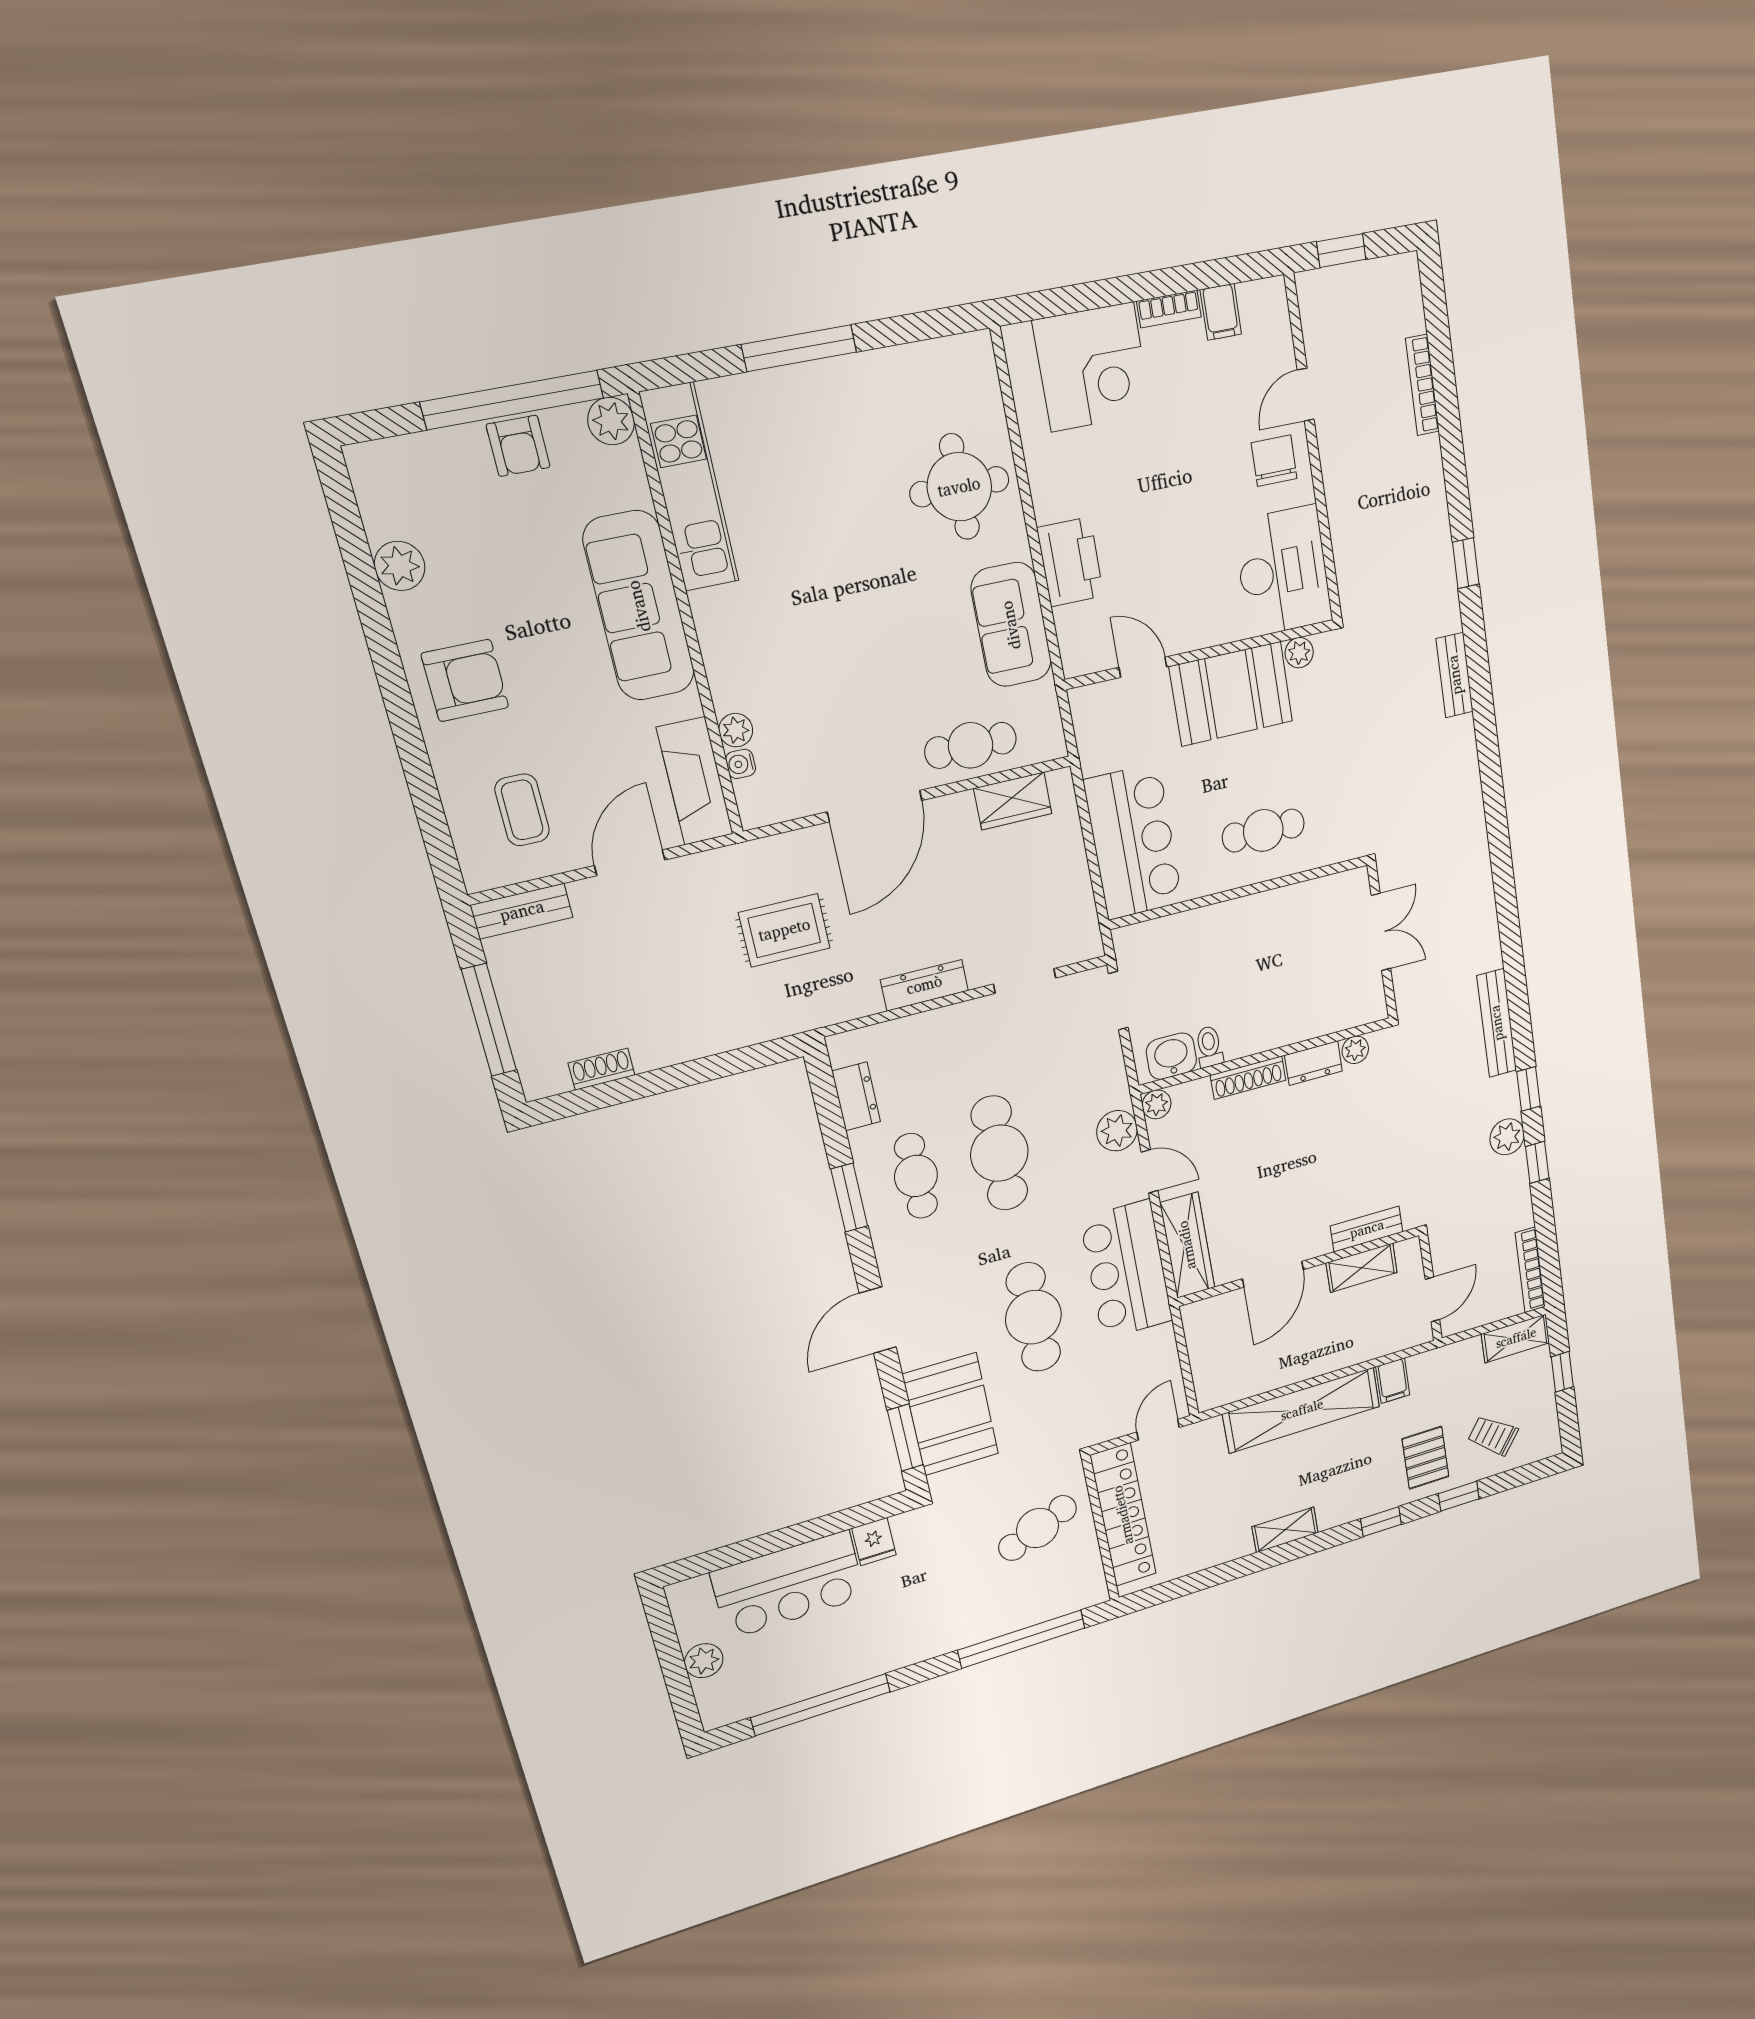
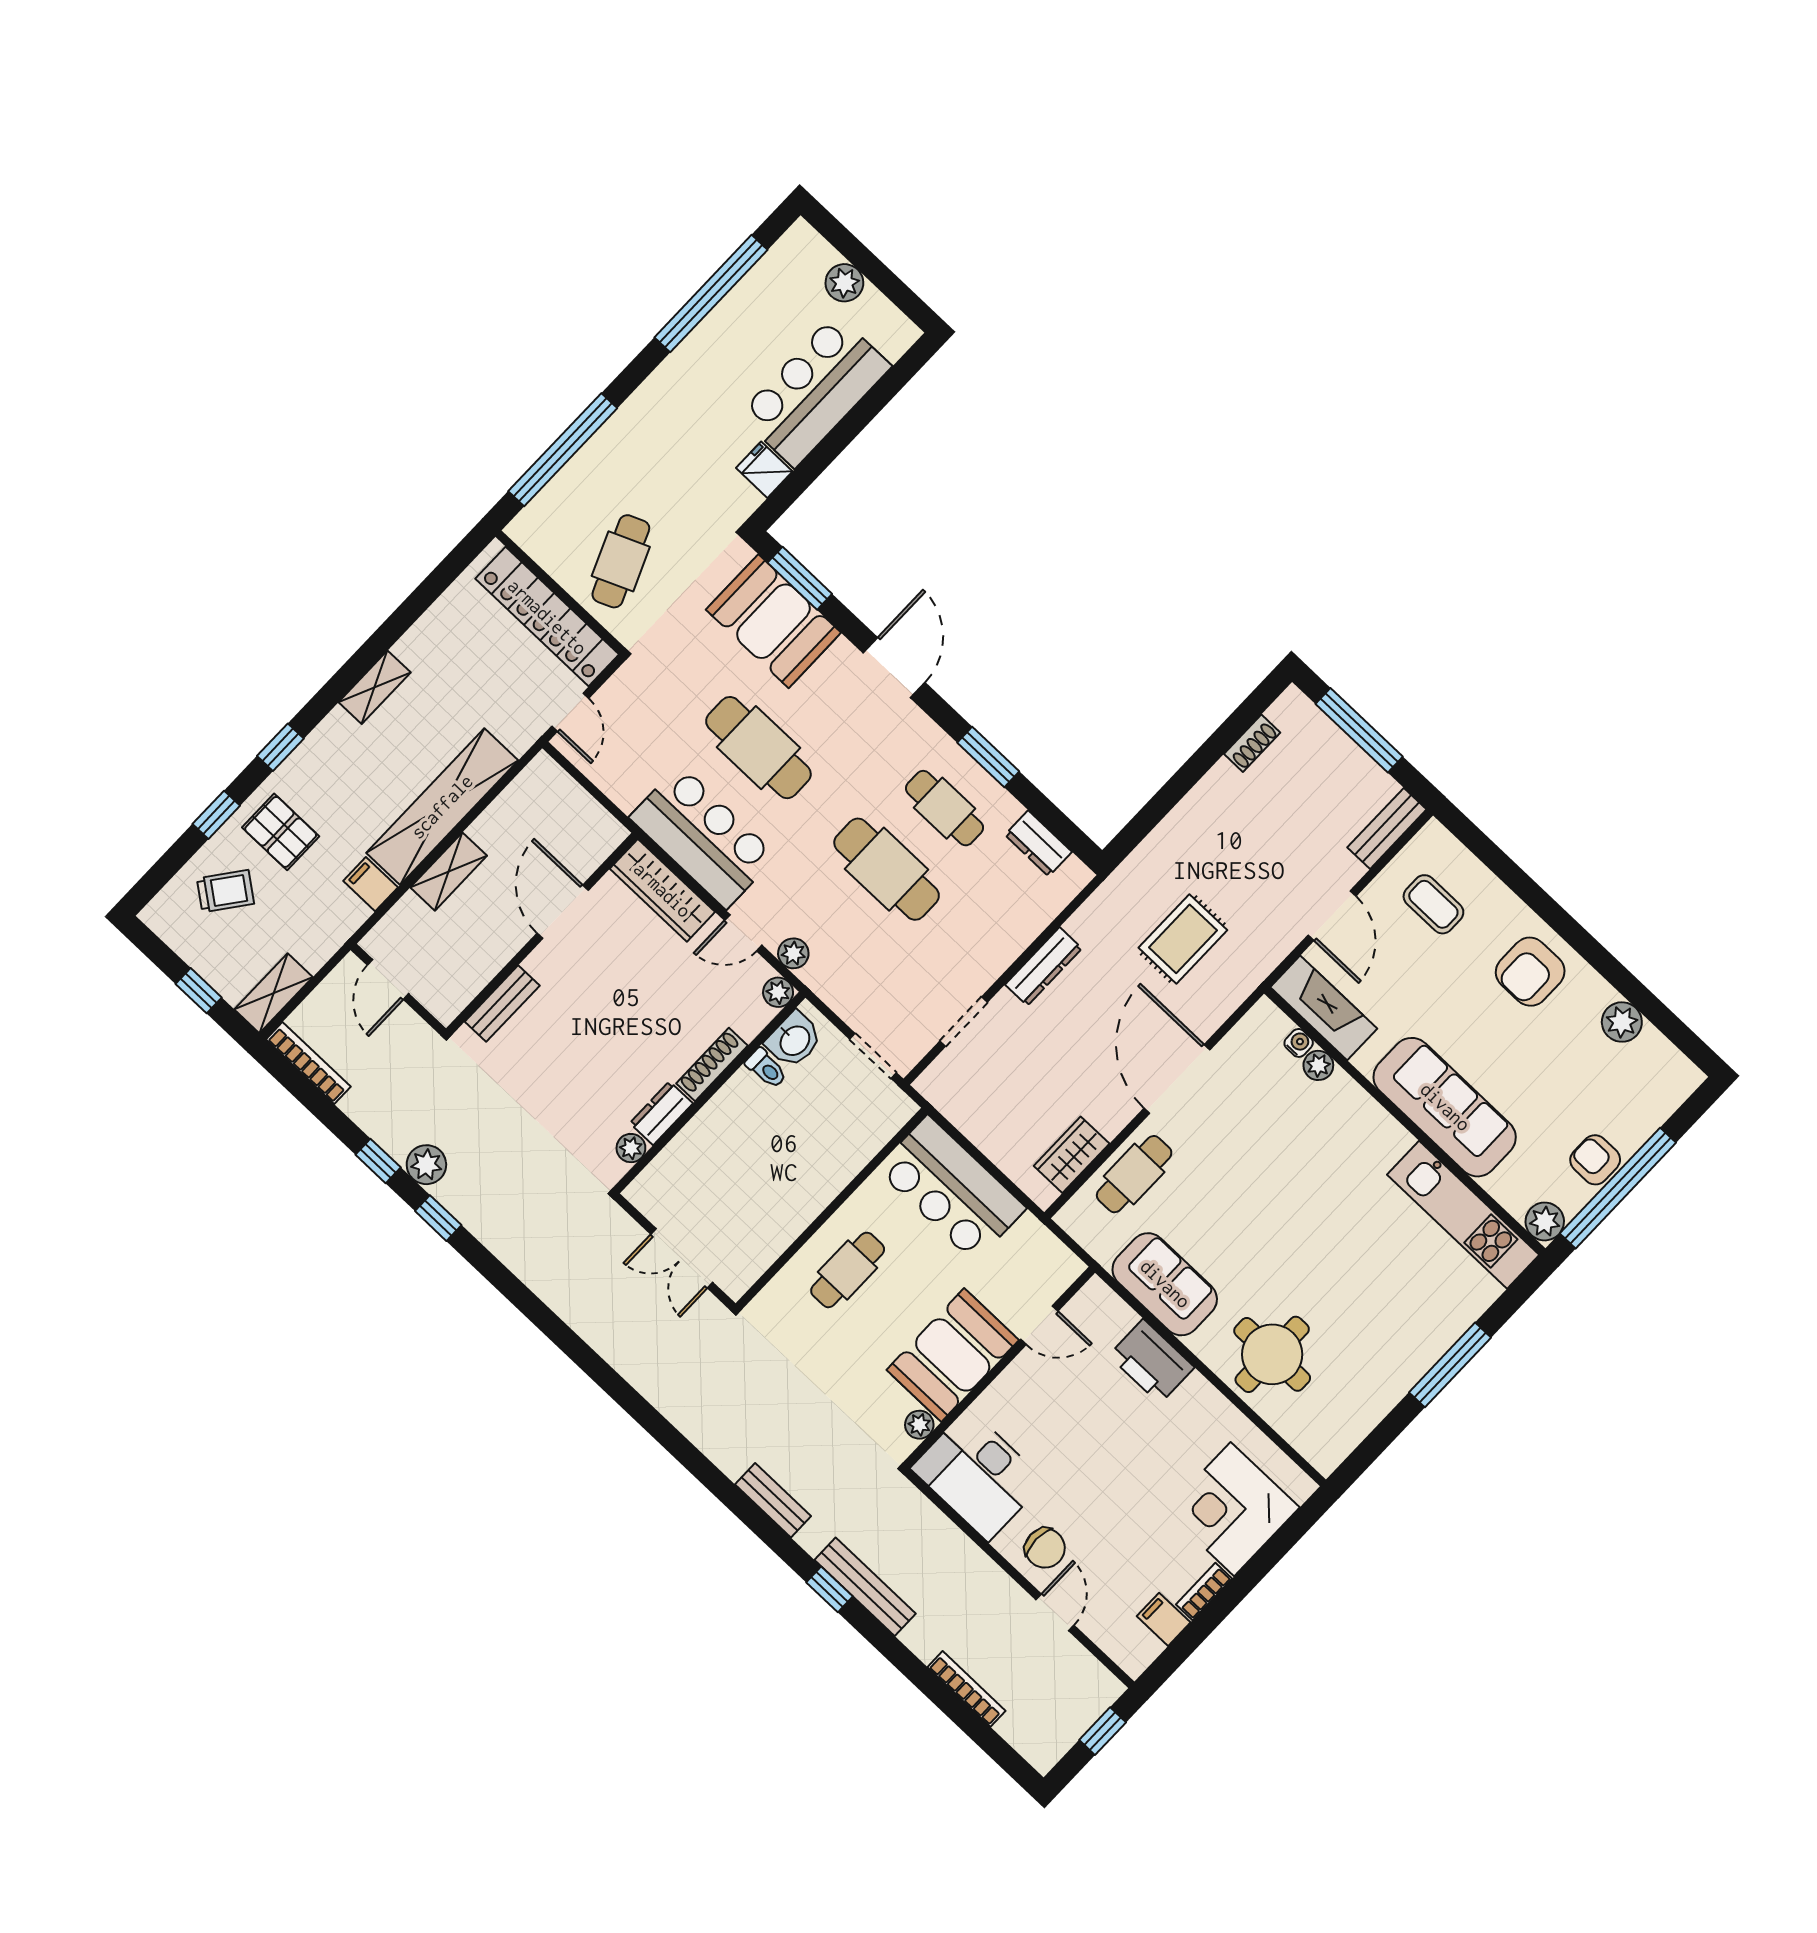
bench: (1497, 1023) -> (865, 1587), moved
plant: (1117, 1131) -> (793, 953), width x0.73, depth x0.73
shelving: (1362, 1268) -> (449, 872), moved

